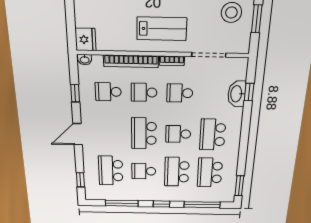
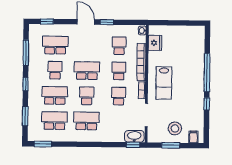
fridge: (85, 39) -> (155, 43), moved, turned -90
window: (249, 92) -> (133, 145), moved
window: (75, 93) -> (107, 22), moved
washbasin: (237, 94) -> (134, 136), moved
window: (202, 205) -> (25, 116), width x0.69

